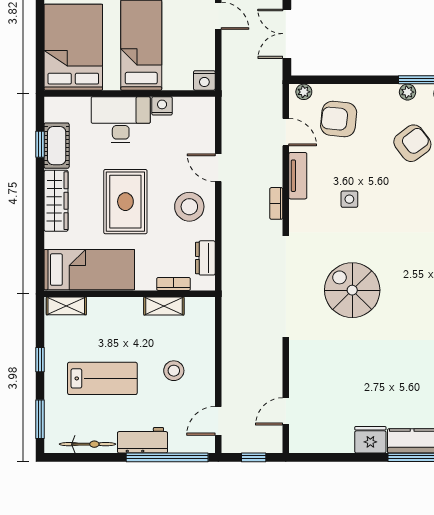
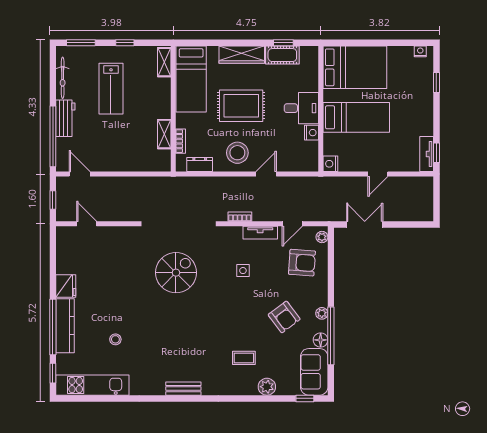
armchair: (339, 119) -> (302, 263), turned 88
desk: (121, 120) -> (301, 108), width x0.73
stool: (174, 371) -> (117, 141), removed

